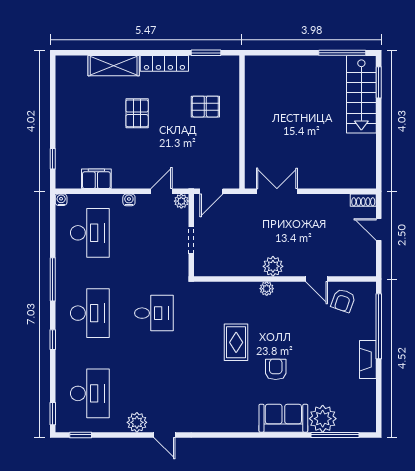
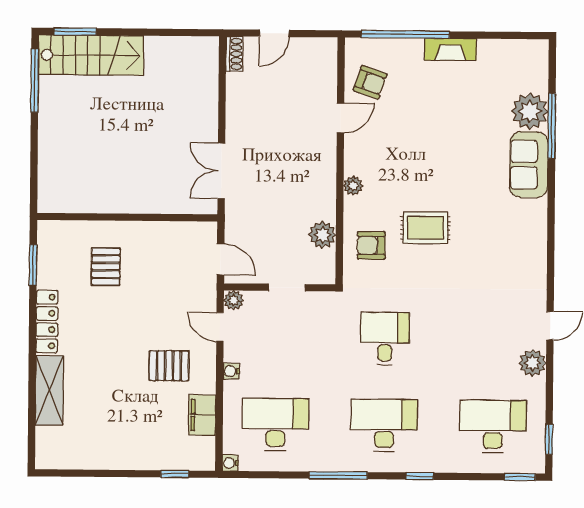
pallet: (137, 113) -> (169, 366), moved
plant: (273, 266) -> (322, 235), moved
armchair: (276, 369) -> (371, 245), moved
window: (335, 435) -> (552, 126), moved

